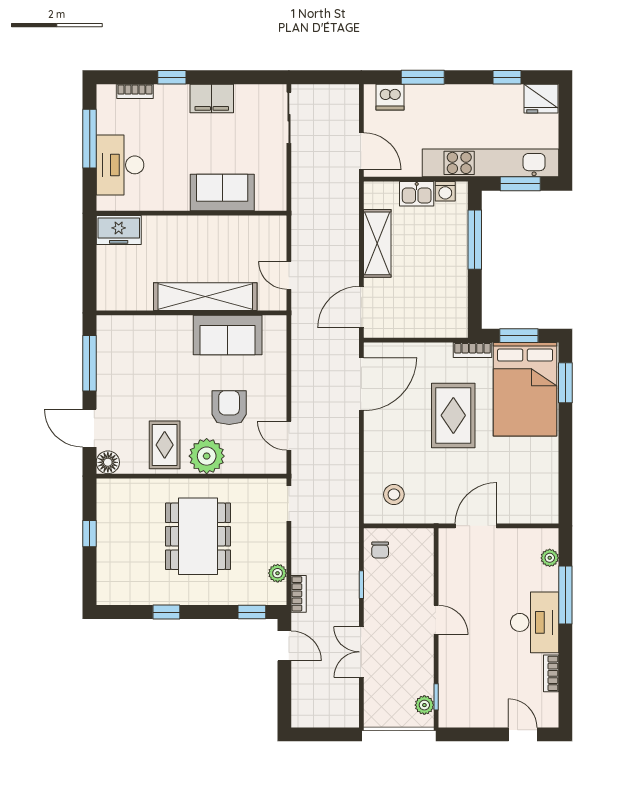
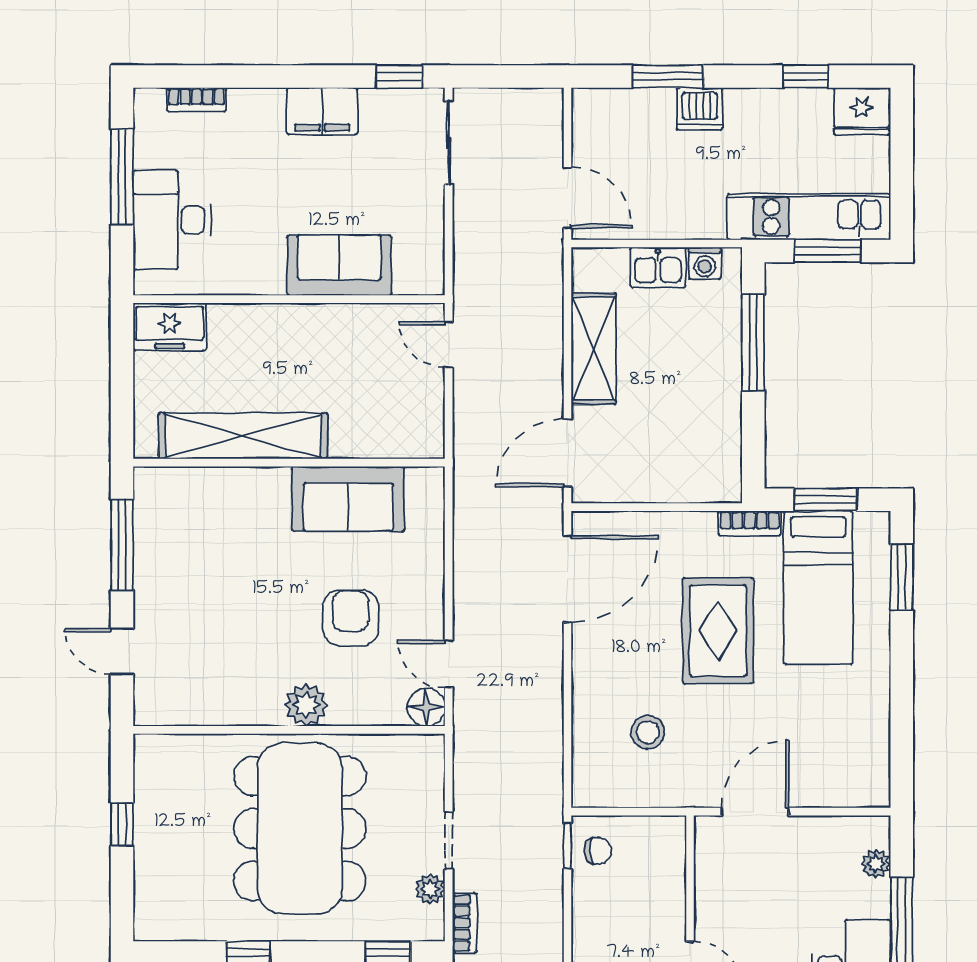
window: (172, 77) -> (399, 76), moved
dishwasher: (390, 97) -> (700, 109), moved
kitchen unit: (491, 163) -> (809, 217), width x0.73
door: (289, 275) -> (449, 345), moved
shelving: (205, 297) -> (243, 436), moved
bed: (525, 389) -> (818, 588), width x0.67
door: (90, 428) -> (122, 651), width x0.73
rug: (165, 445) -> (245, 679), removed
plant: (207, 456) -> (306, 705), width x0.73, depth x0.73
floor lamp: (108, 462) -> (426, 707), moved
stool: (394, 494) -> (648, 732), moved
doorway: (289, 503) -> (449, 840), moved
dining table: (198, 536) -> (300, 829), width x1.36, depth x1.24
chair: (380, 550) -> (598, 851), turned -90
window: (361, 585) -> (568, 846), moved

